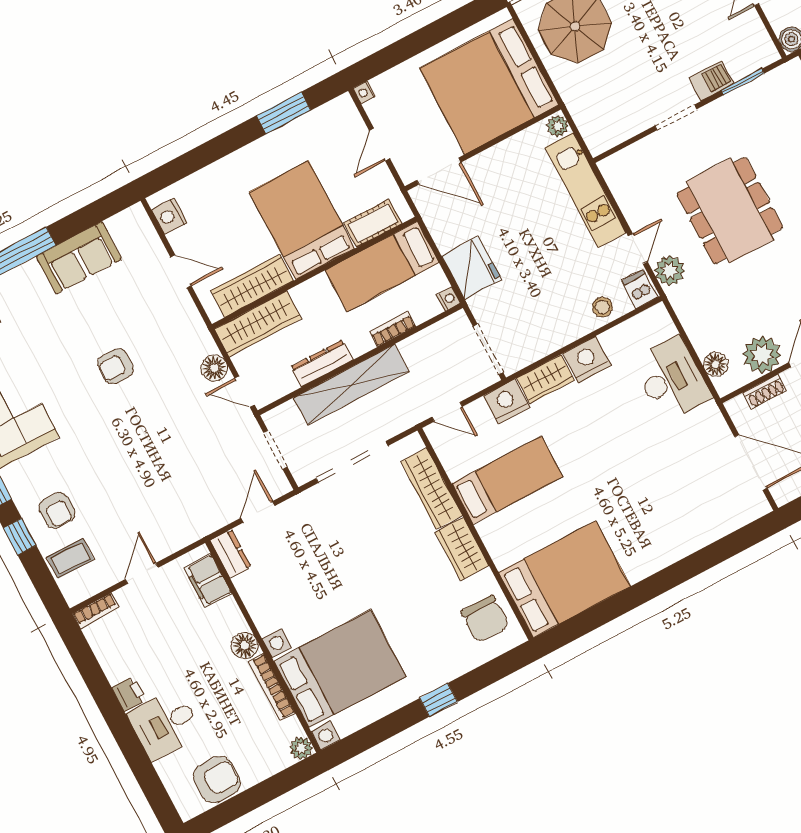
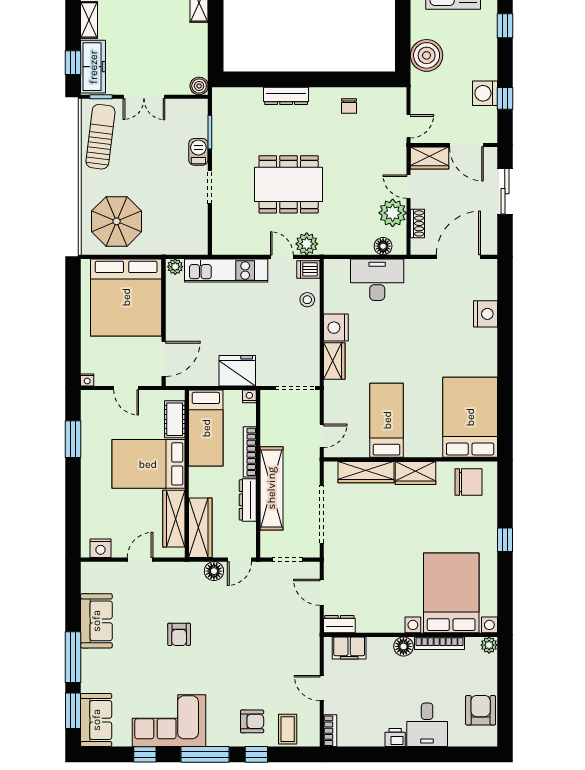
bookcase: (392, 329) -> (250, 452), width x1.56
nightstand: (506, 402) -> (485, 314), moved, turned 180

